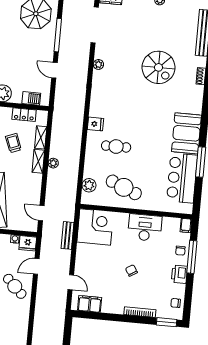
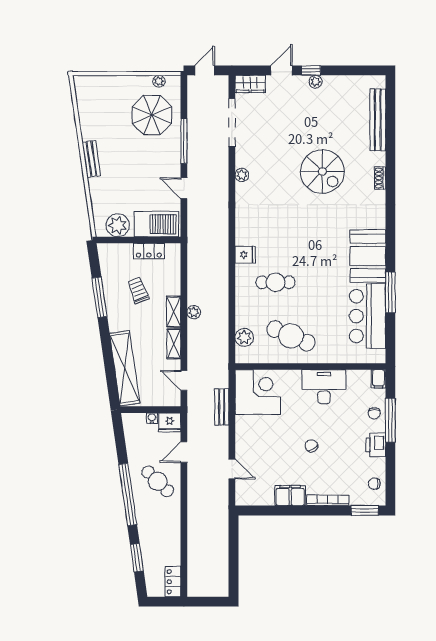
barbecue: (31, 98) -> (156, 224), width x1.88, depth x1.53
shelving: (41, 137) -> (174, 344), moved
filing cabinet: (90, 304) -> (290, 496), moved

